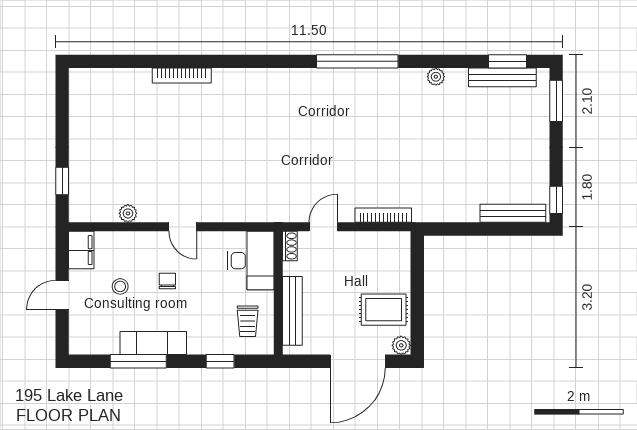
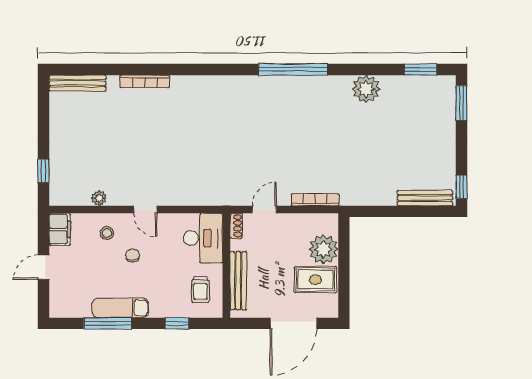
plant: (436, 77) -> (366, 89), width x1.88, depth x1.88
bench: (502, 77) -> (77, 83), moved
stool: (120, 286) -> (107, 233), moved
plant: (401, 345) -> (323, 249), moved, width x1.87, depth x1.87

